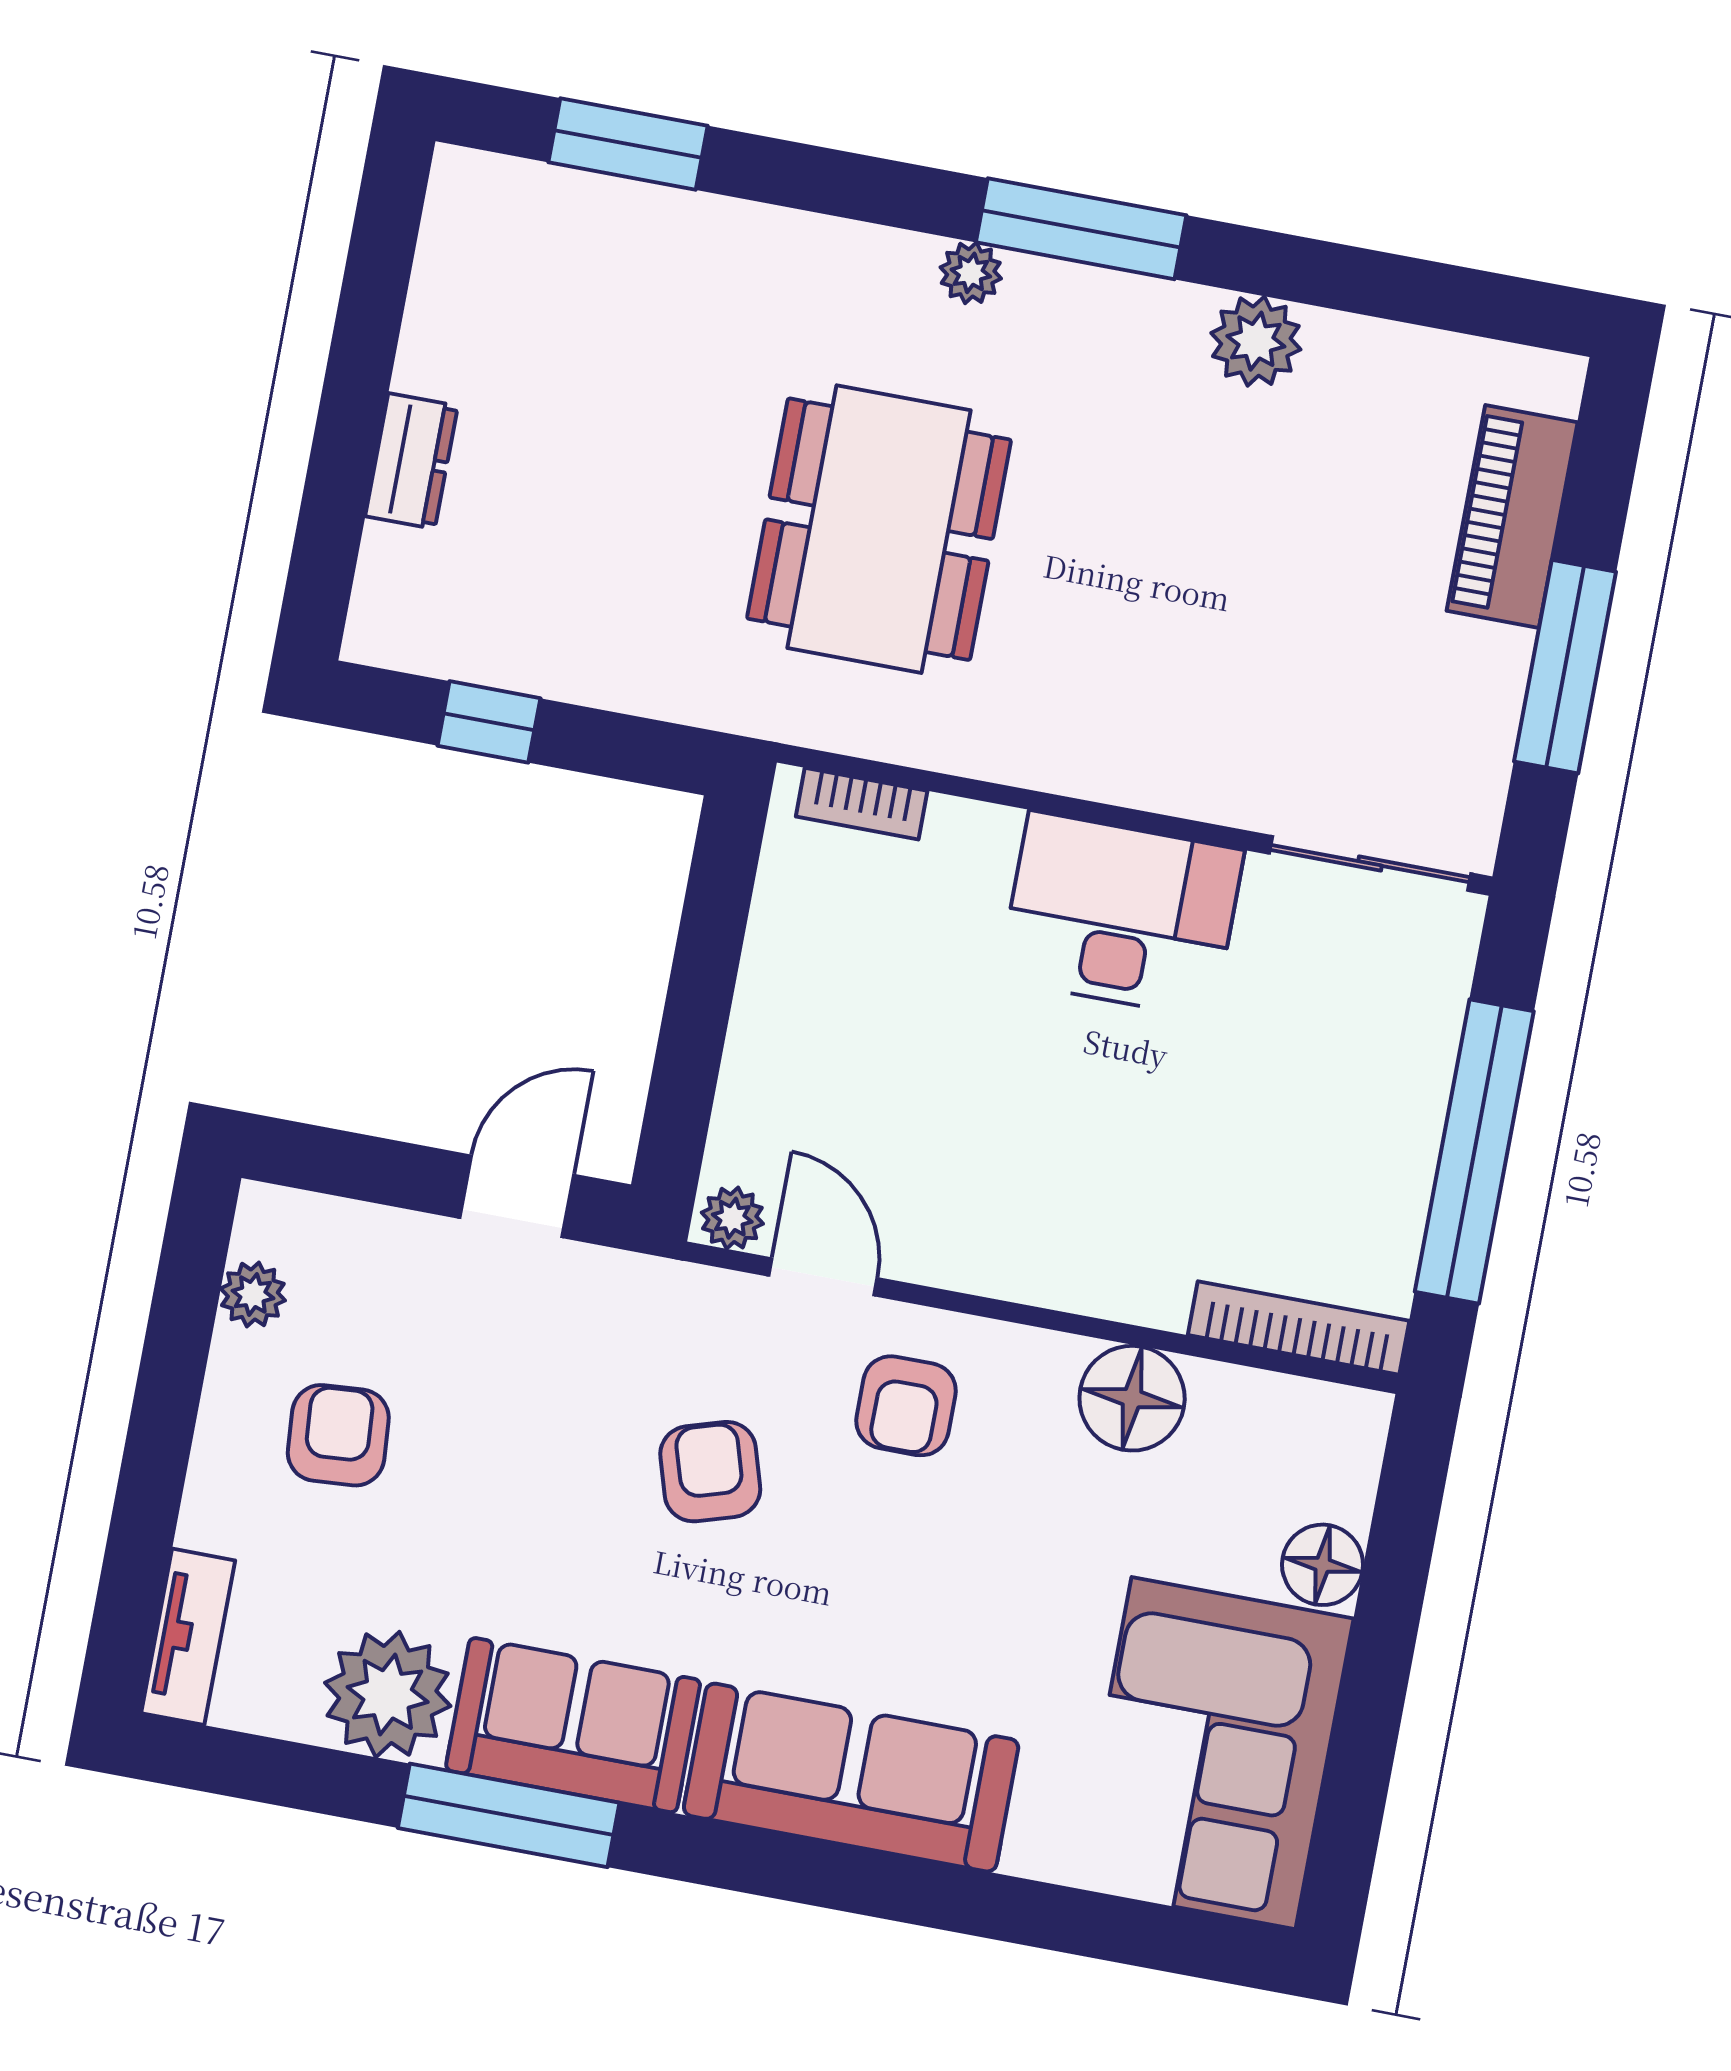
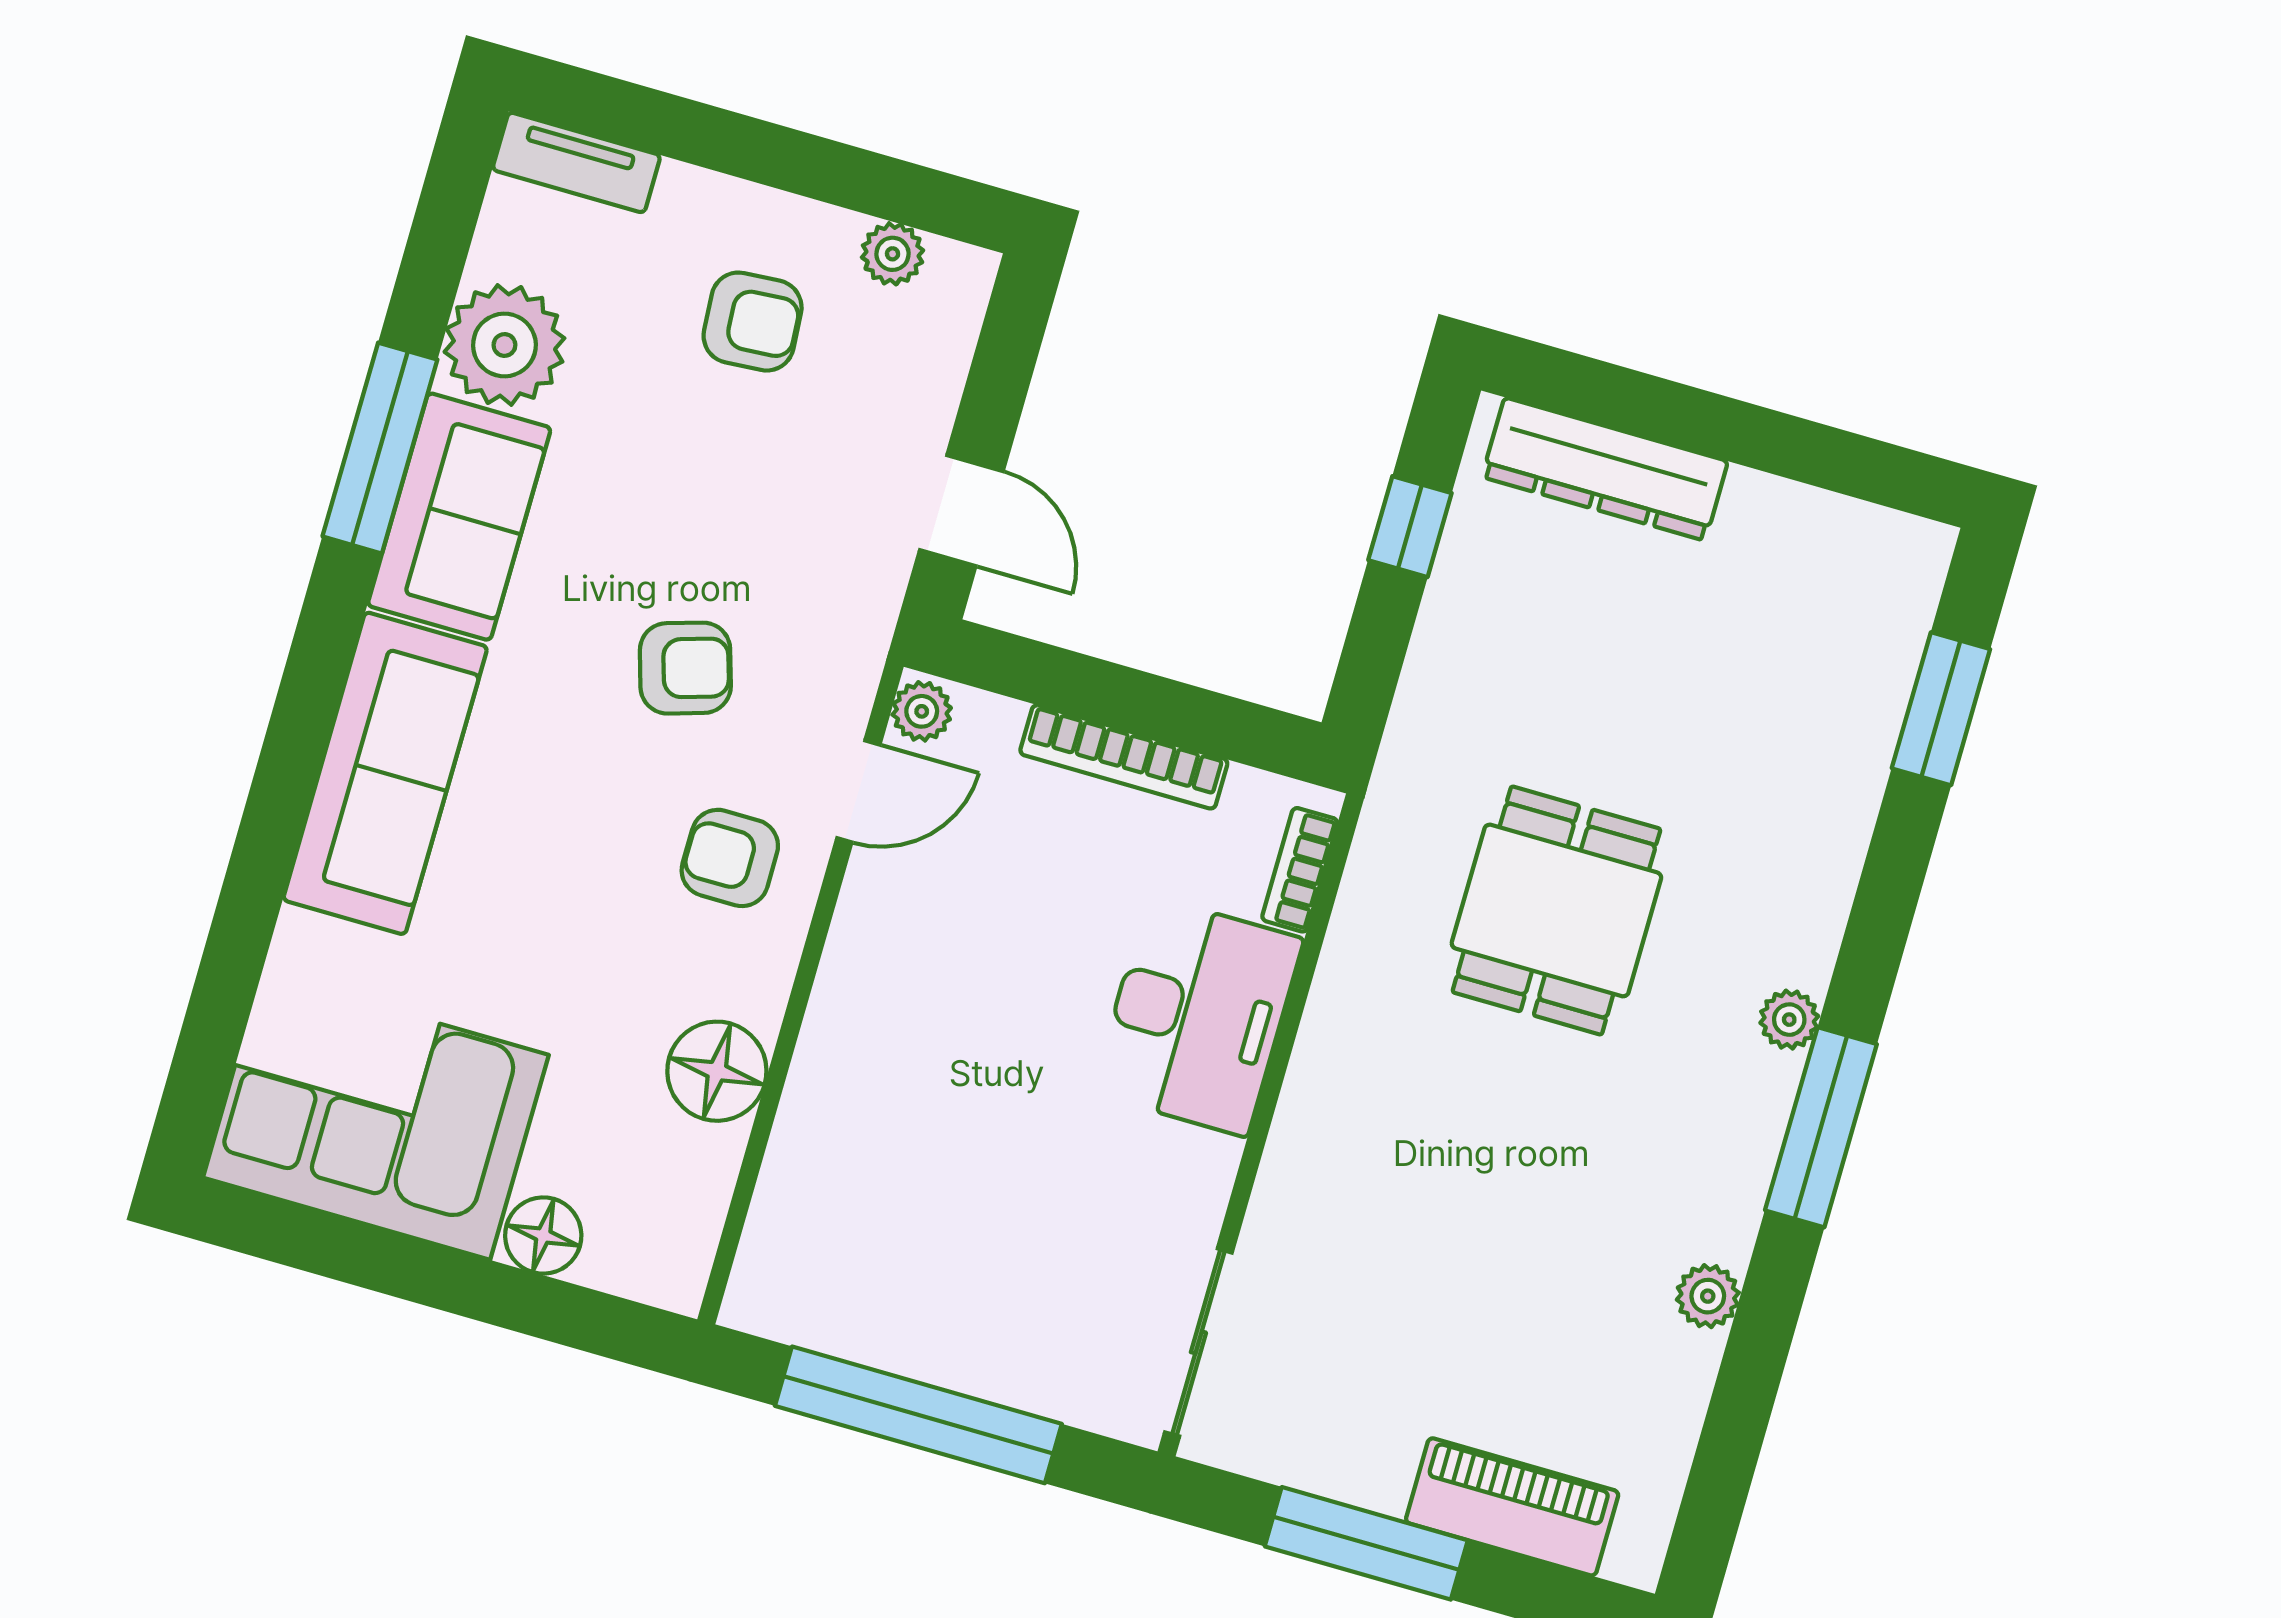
plant: (1256, 341) -> (1708, 1296), width x0.73, depth x0.73
dresser: (412, 461) -> (1605, 469), width x1.96, depth x1.24
dining table: (879, 529) -> (1556, 910), width x0.73
desk: (1121, 915) -> (1198, 1016), moved
bookcase: (1299, 1328) -> (1124, 757), moved, turned 90

